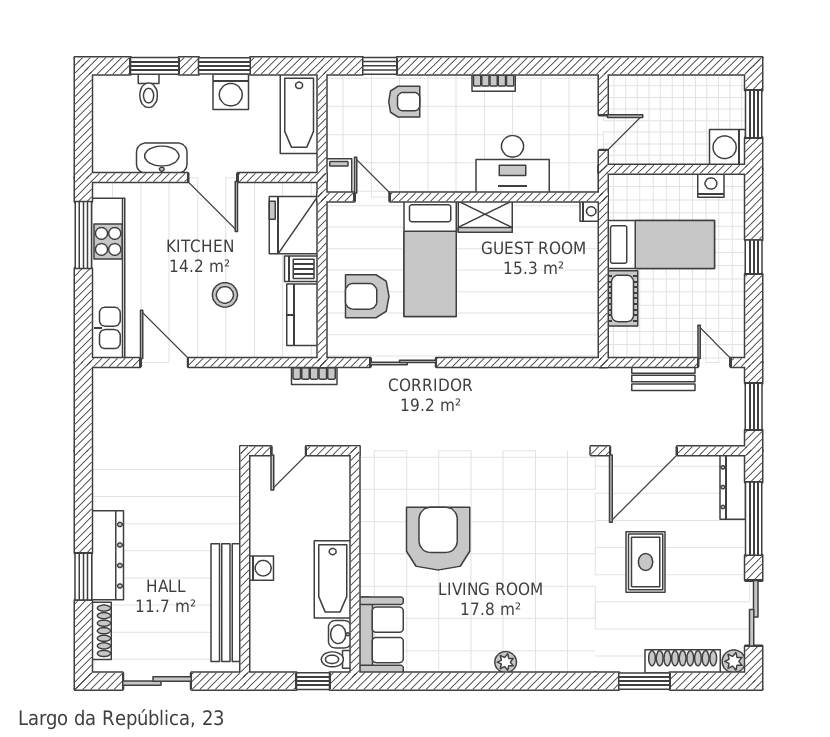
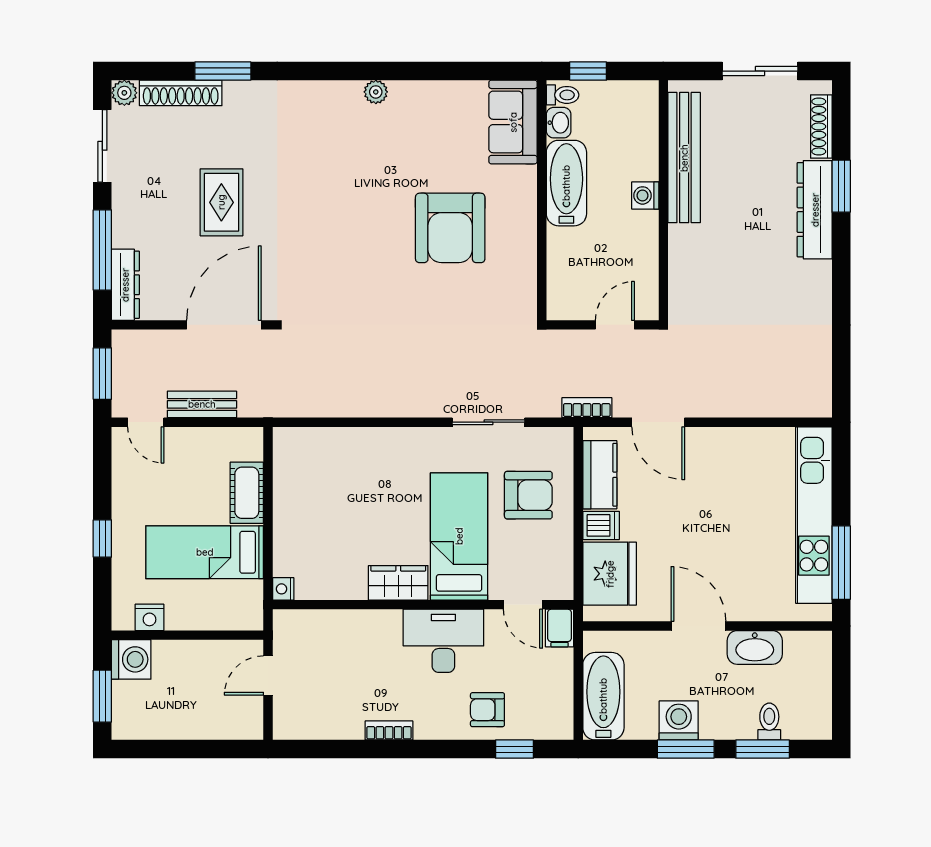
desk: (513, 164) -> (443, 641), moved
stool: (225, 295) -> (685, 497), removed
door: (164, 362) -> (658, 422), moved

